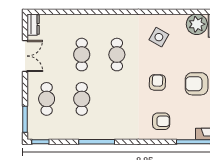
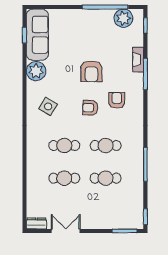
cafe table: (47, 99) -> (106, 145), moved
armchair: (161, 121) -> (117, 100), moved

